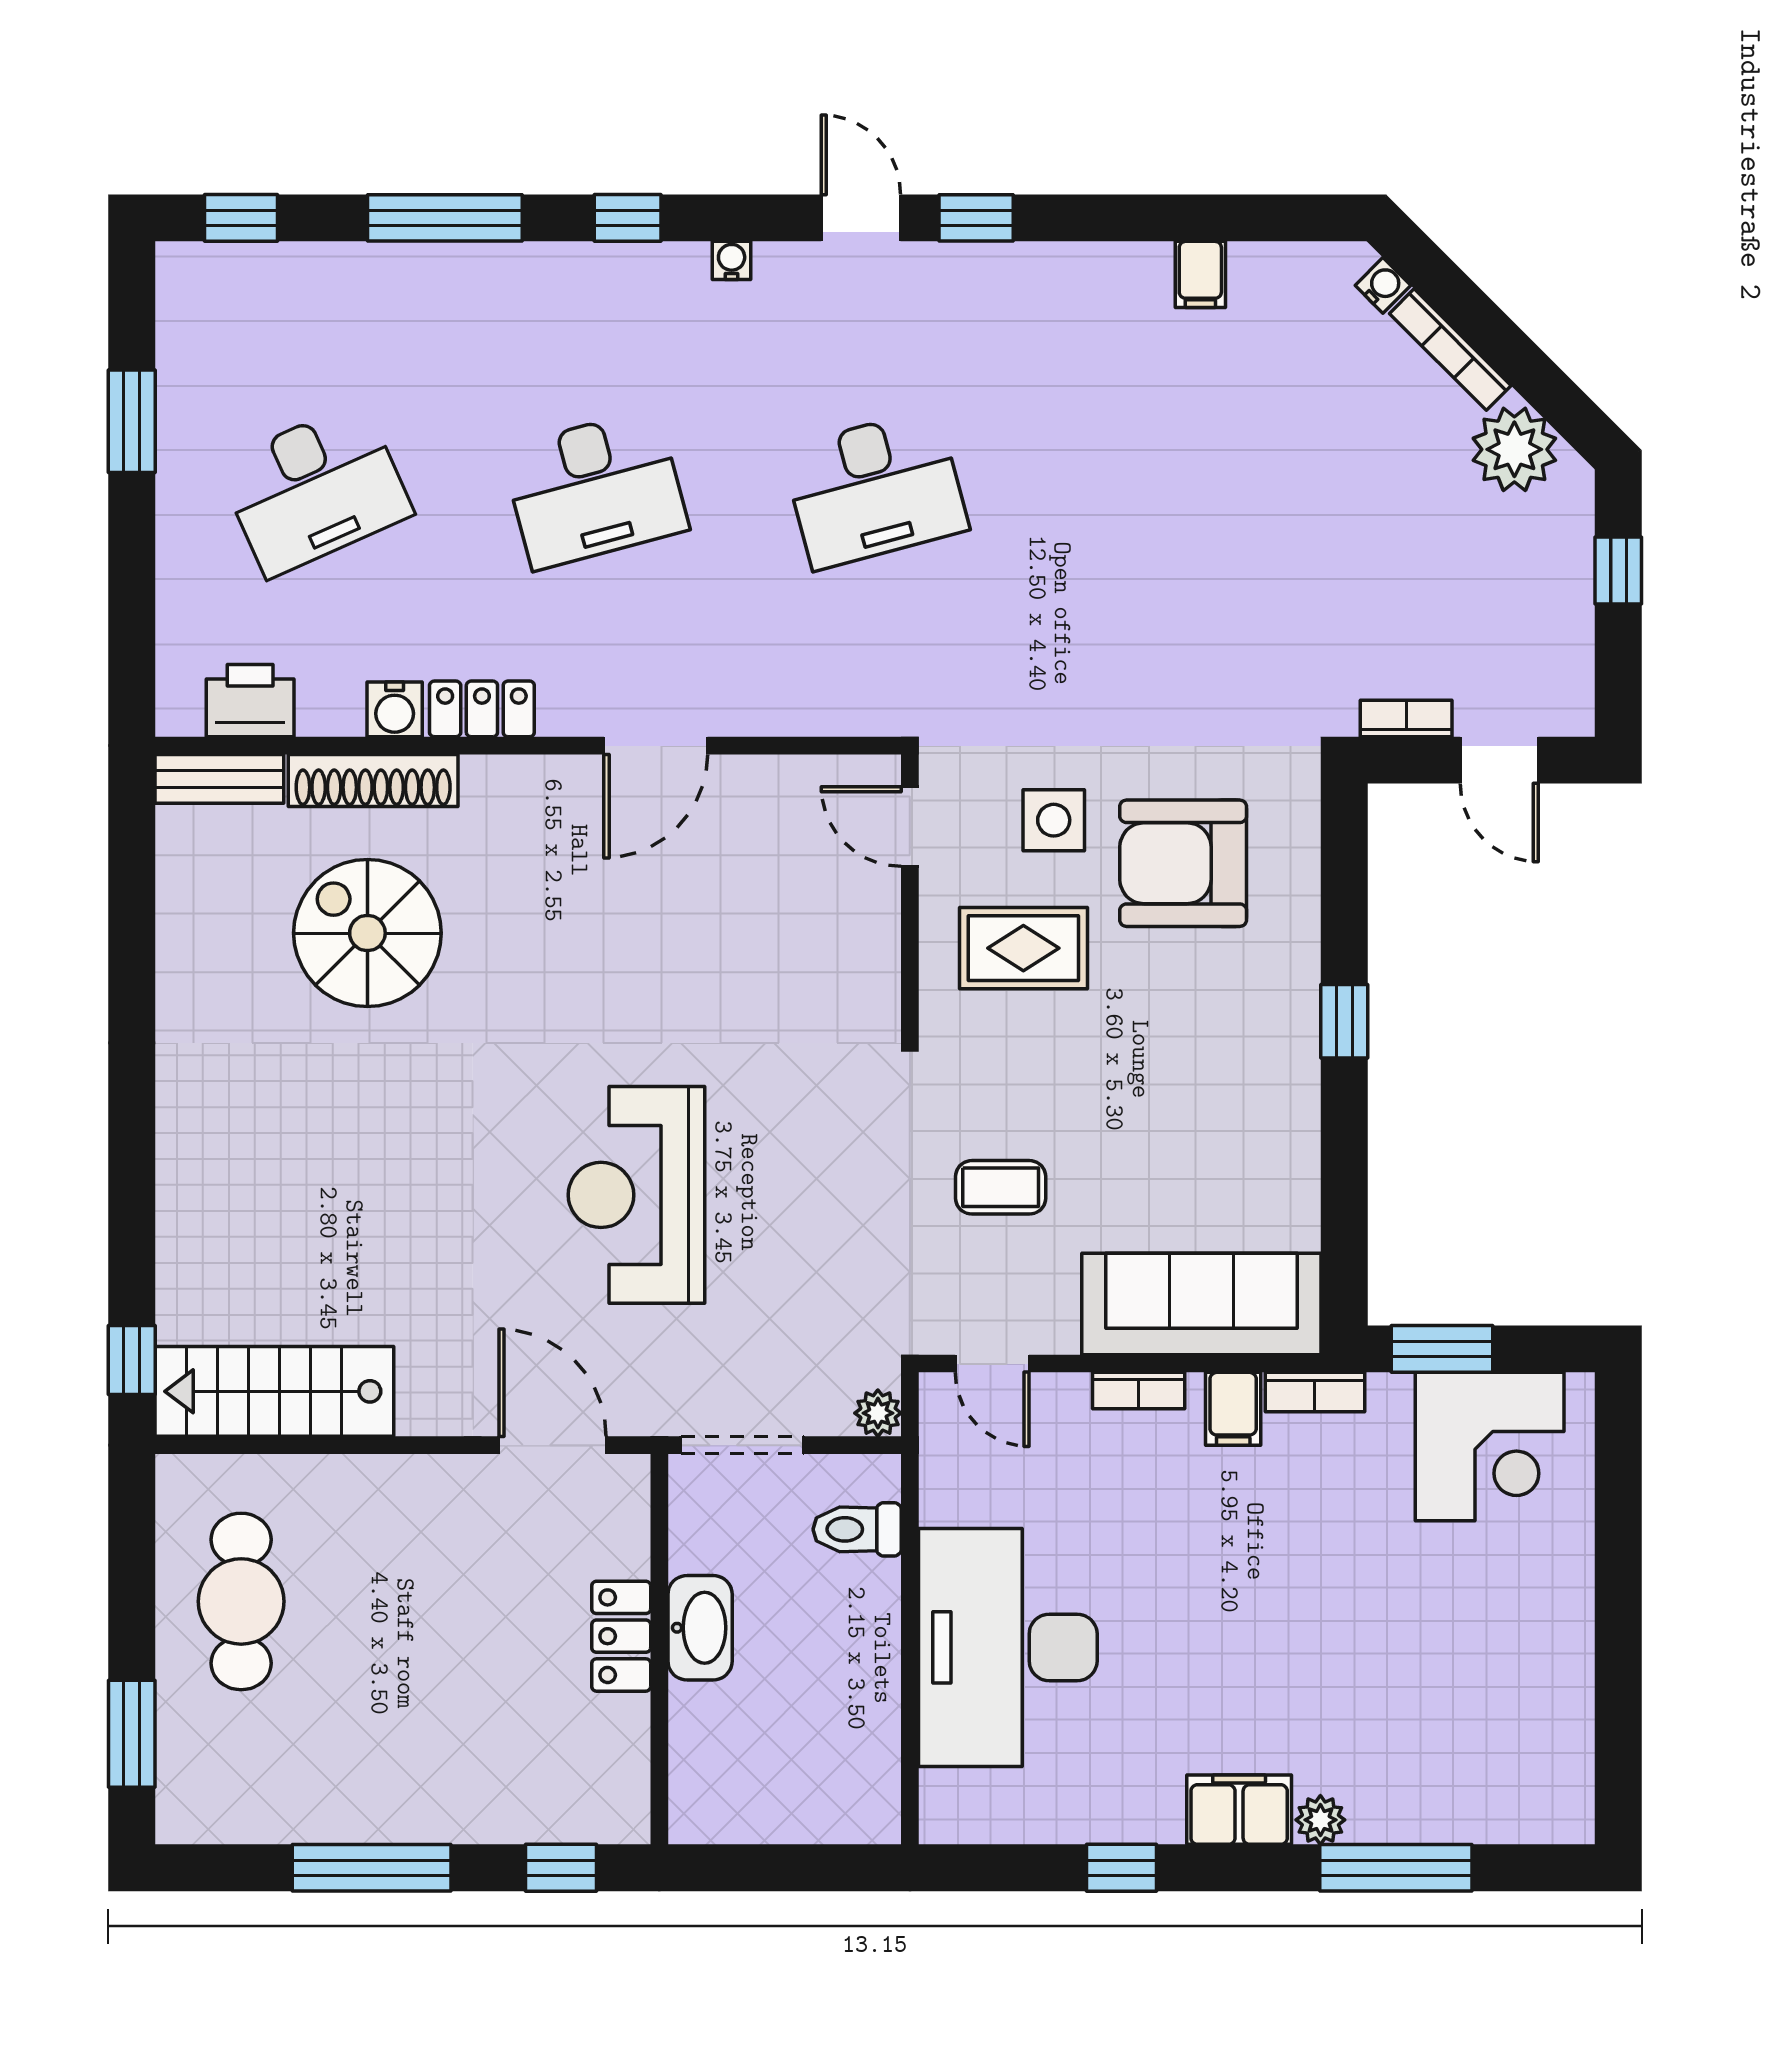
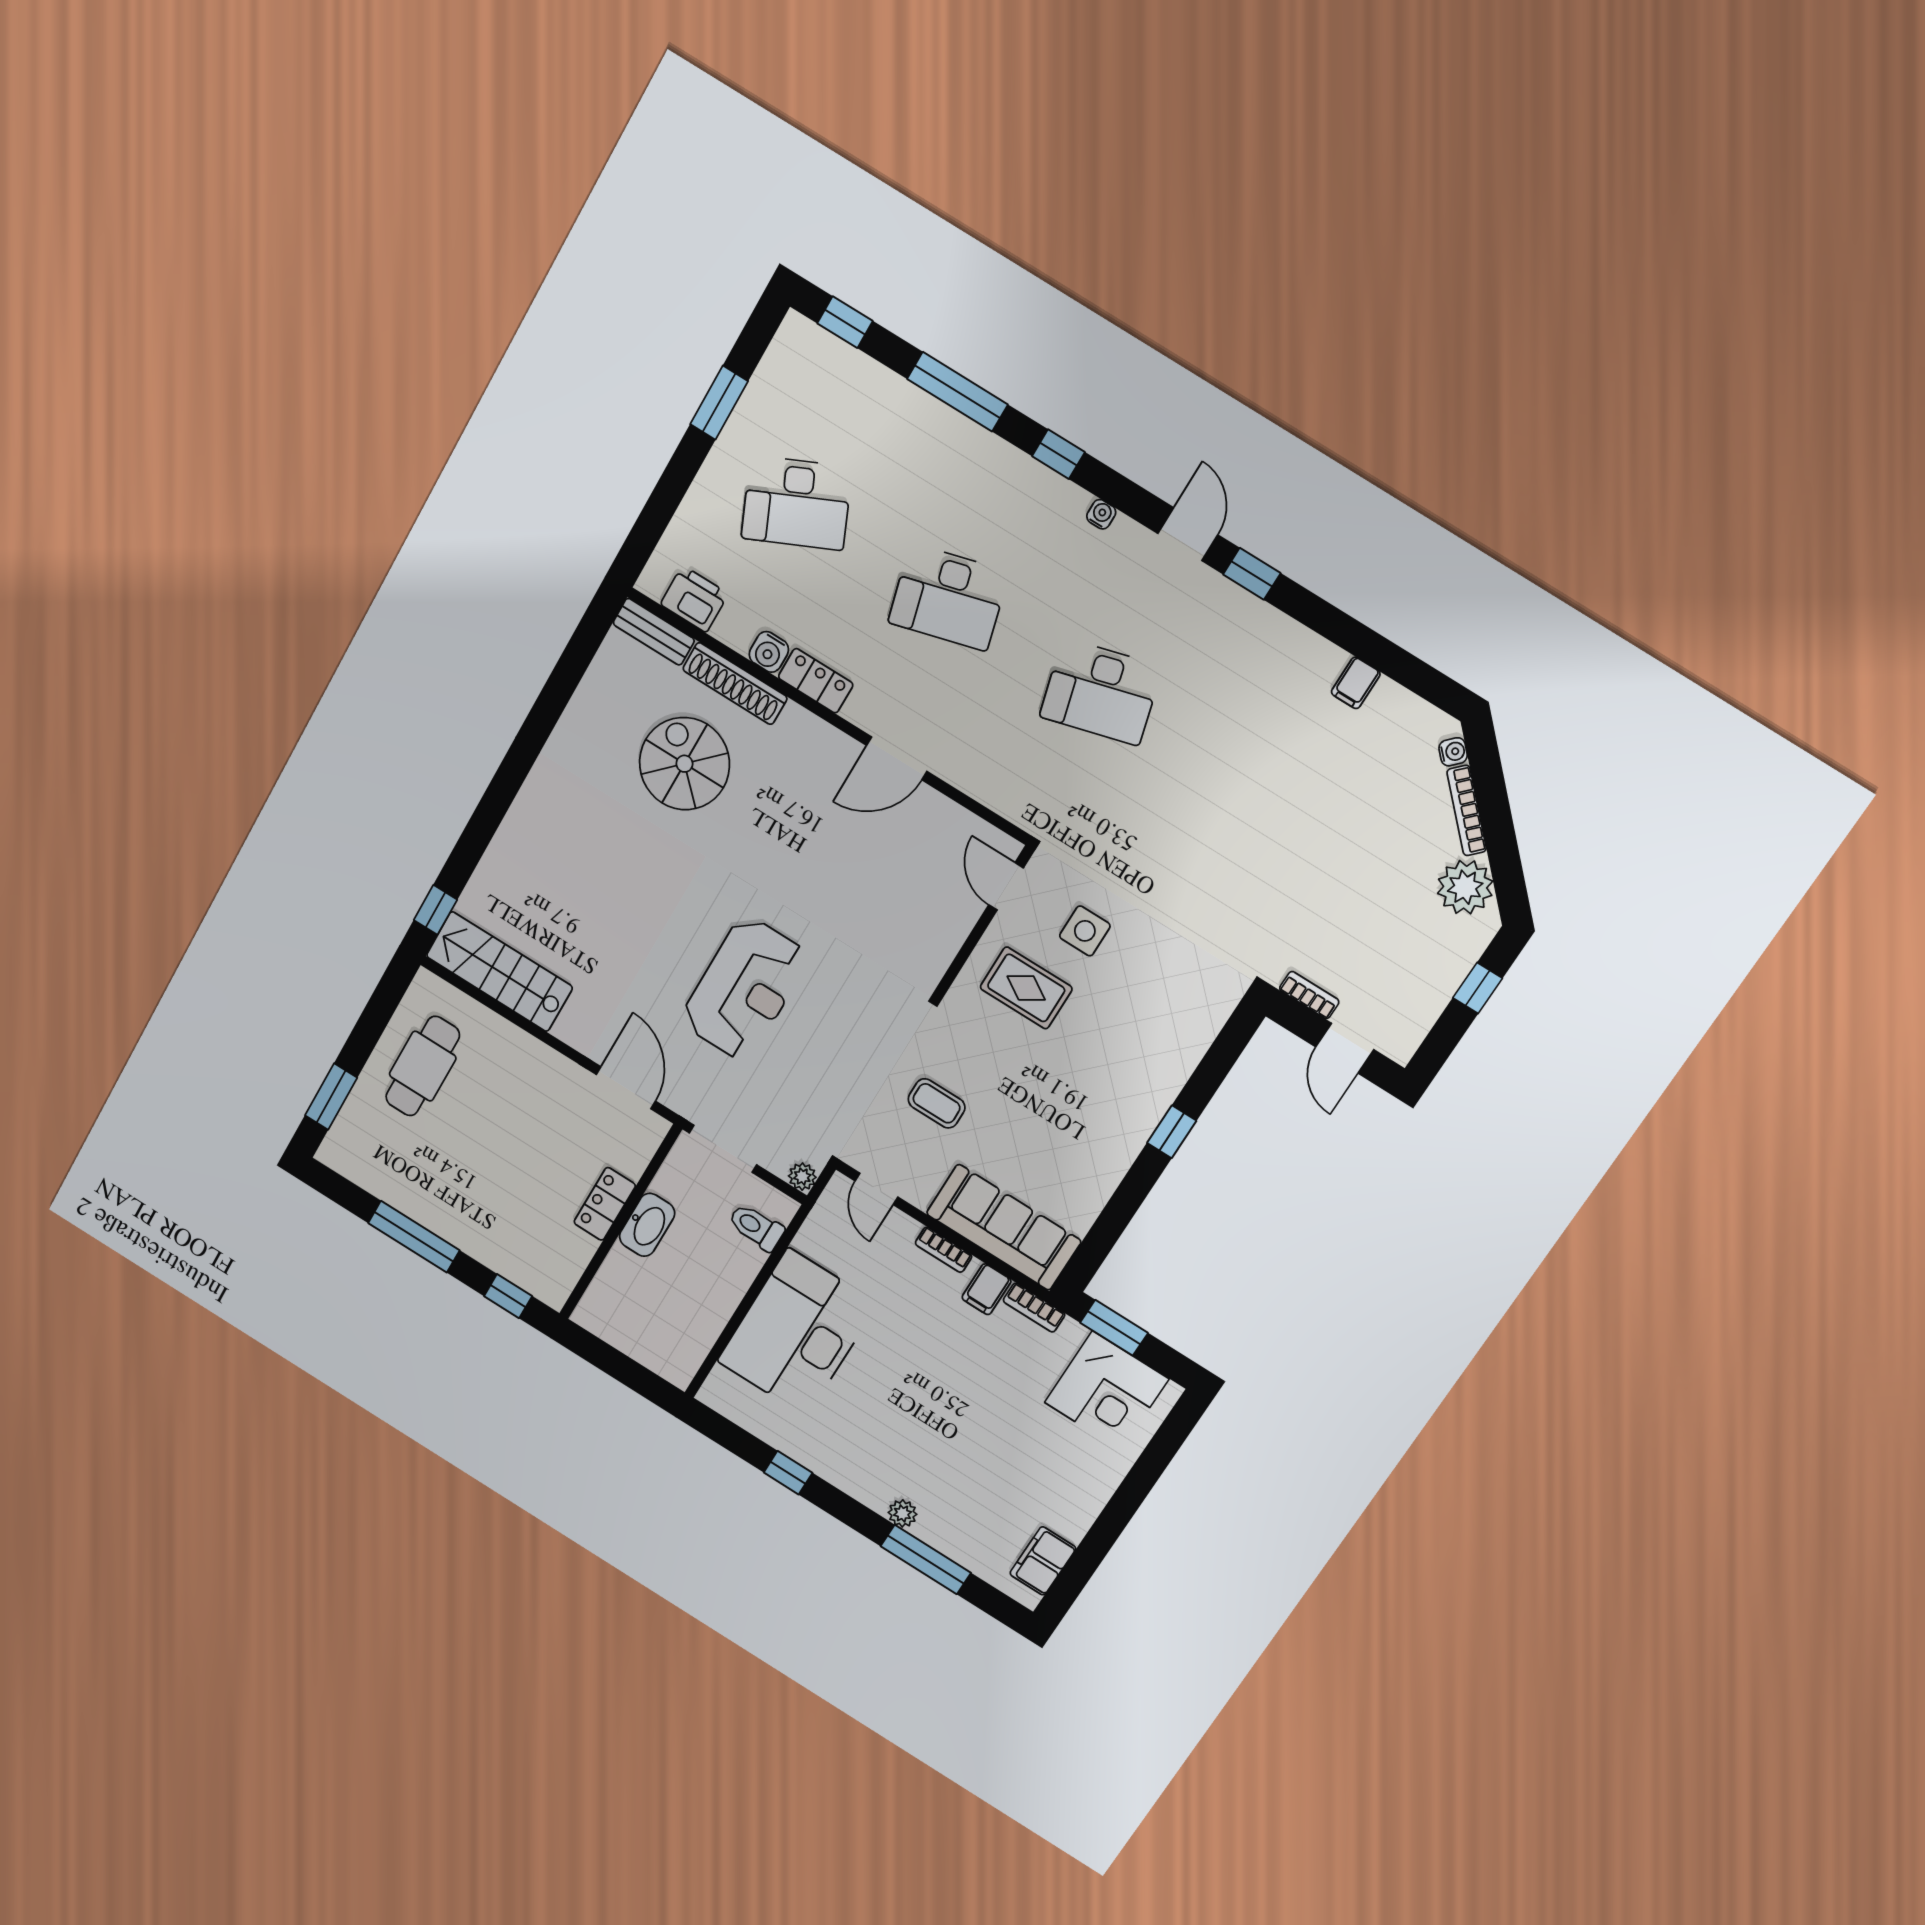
armchair: (1183, 863) -> (1139, 997), removed
reception desk: (636, 1195) -> (745, 989), turned 180
filing cabinet: (1239, 1810) -> (1043, 1561), moved, turned -90

